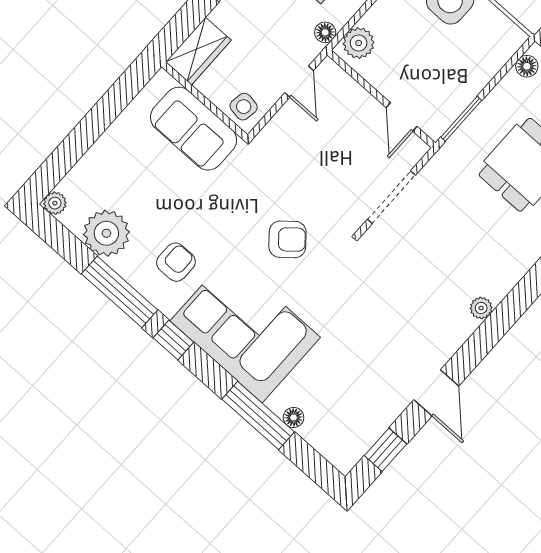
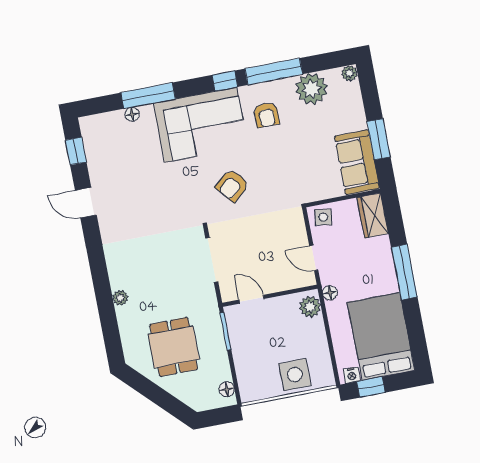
window: (105, 111) -> (379, 139), added
sofa: (194, 129) -> (357, 162), moved, turned -90
plant: (481, 308) -> (120, 298), moved

